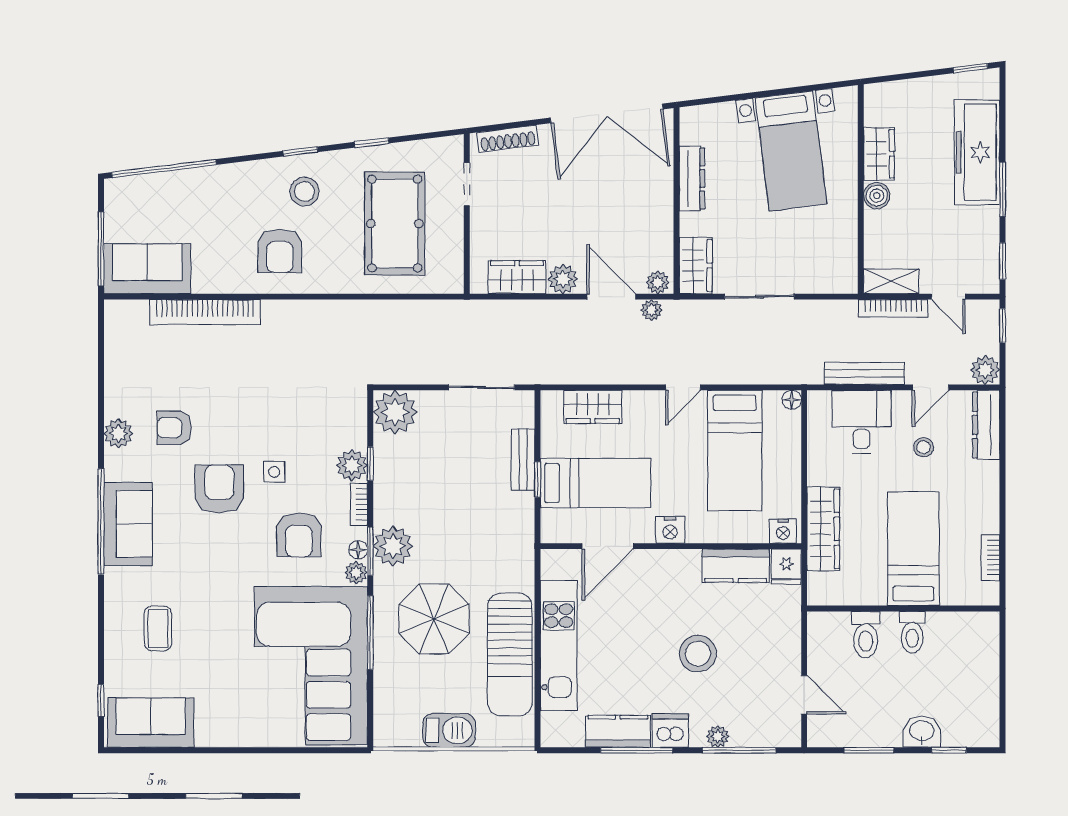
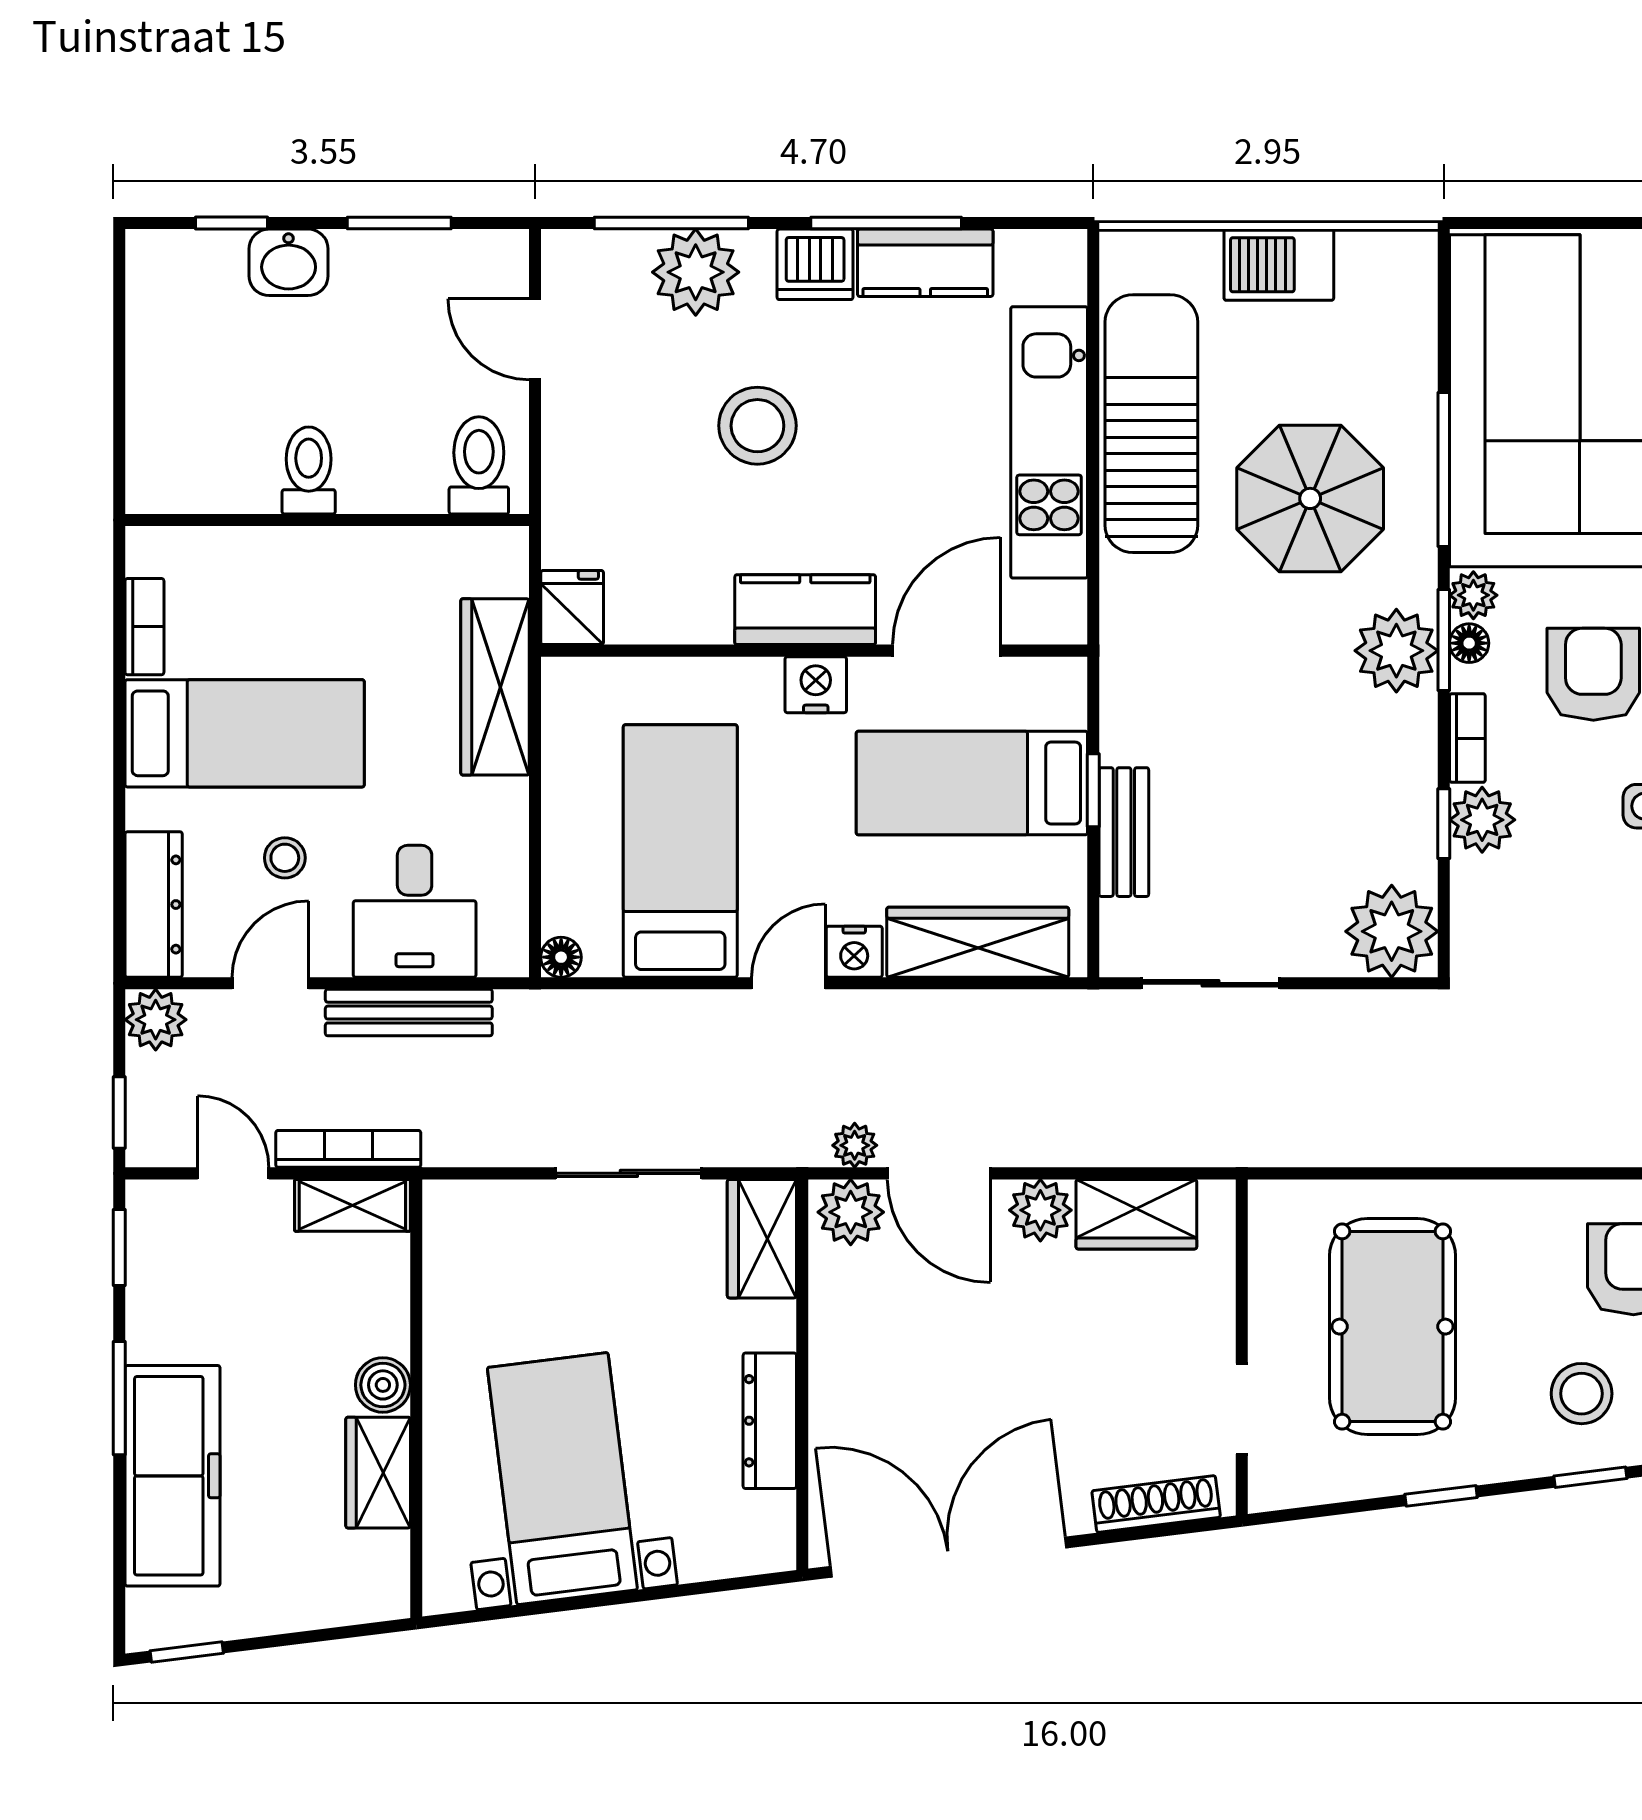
plant: (658, 282) -> (851, 1212), width x1.38, depth x1.38
wardrobe: (593, 407) -> (978, 942), width x1.50
nightstand: (783, 531) -> (854, 952), moved, turned 180
bed: (913, 549) -> (245, 733), moved, turned -90
kitchen counter: (736, 566) -> (805, 610), moved
toilet: (866, 635) -> (479, 465), moved
plant: (718, 736) -> (696, 272), width x1.88, depth x1.88

